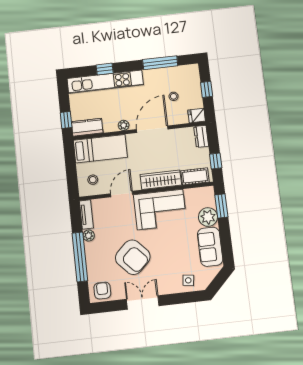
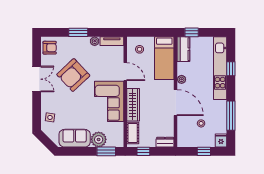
fridge: (197, 116) -> (221, 140), moved
window: (80, 257) -> (78, 32), width x0.47

